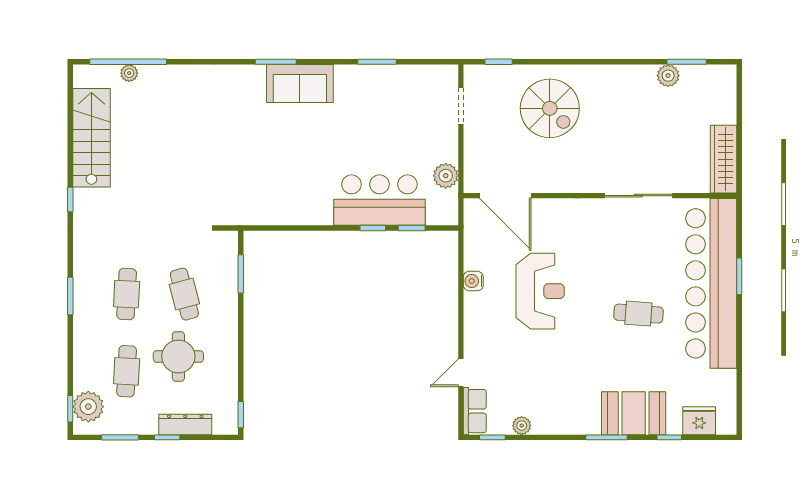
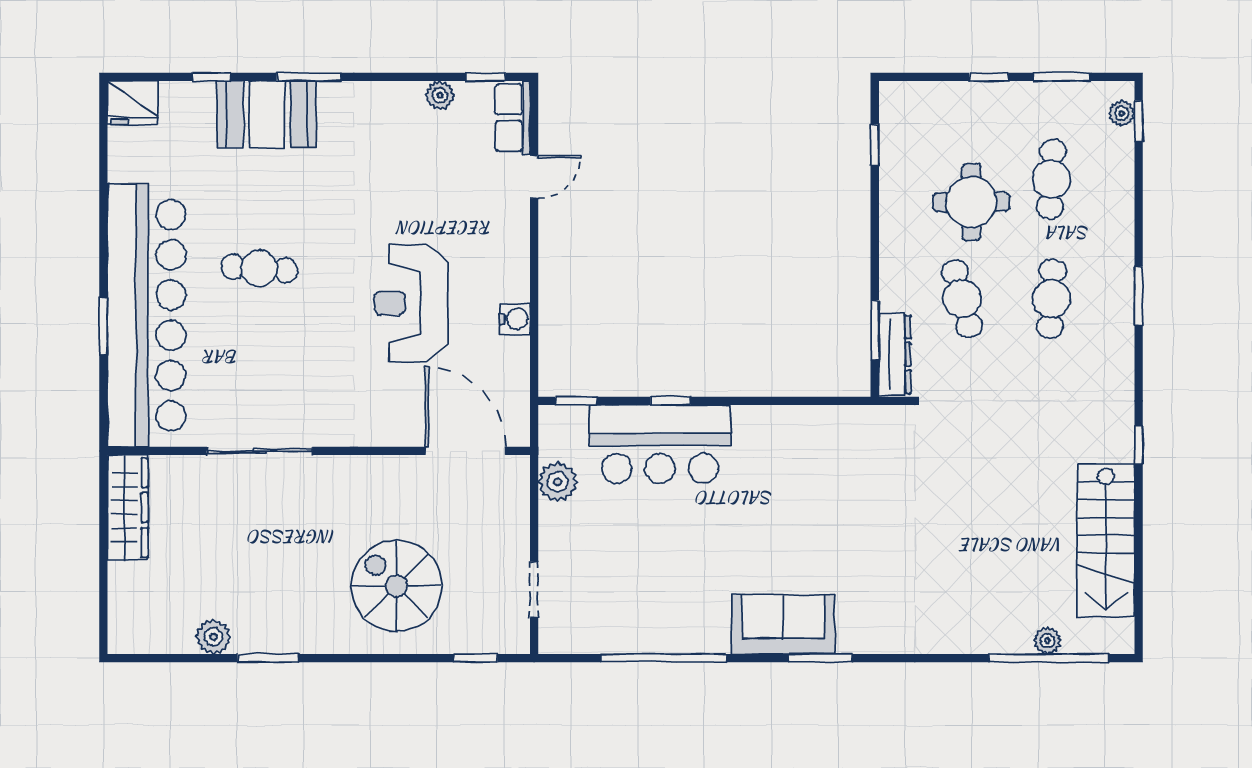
window: (377, 62) -> (664, 658), width x2.11
window: (687, 62) -> (268, 658), moved
window: (412, 228) -> (576, 401), moved
plant: (88, 407) -> (1122, 113), width x0.53, depth x0.53
window: (241, 415) -> (875, 145), moved
fridge: (699, 421) -> (133, 103), moved
dresser: (185, 424) -> (895, 354), moved, turned -90

